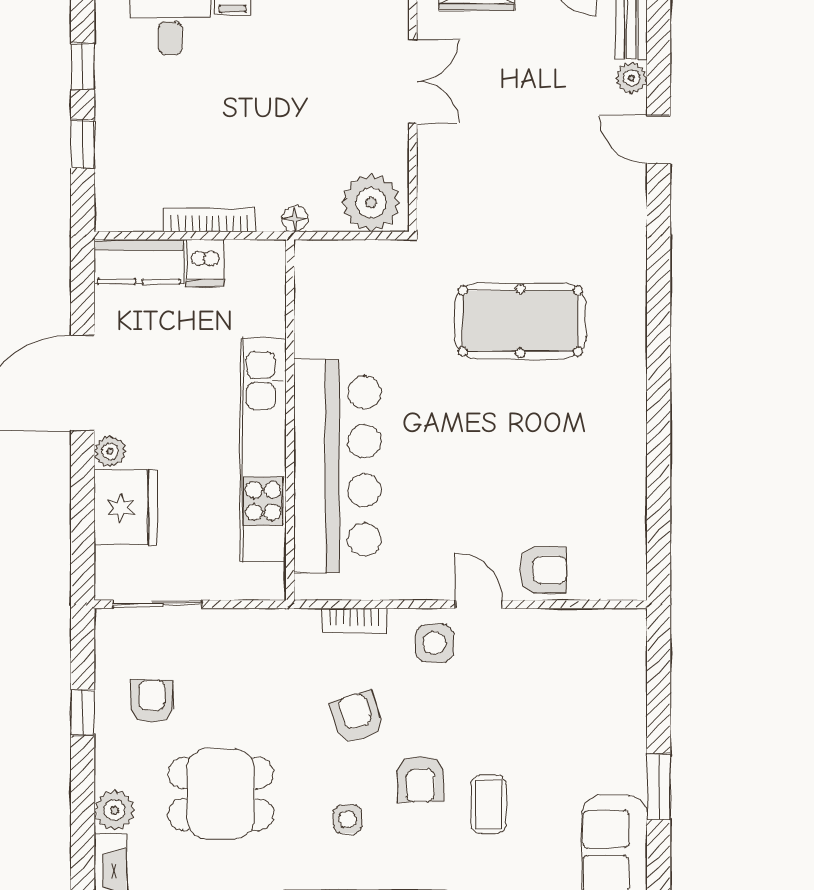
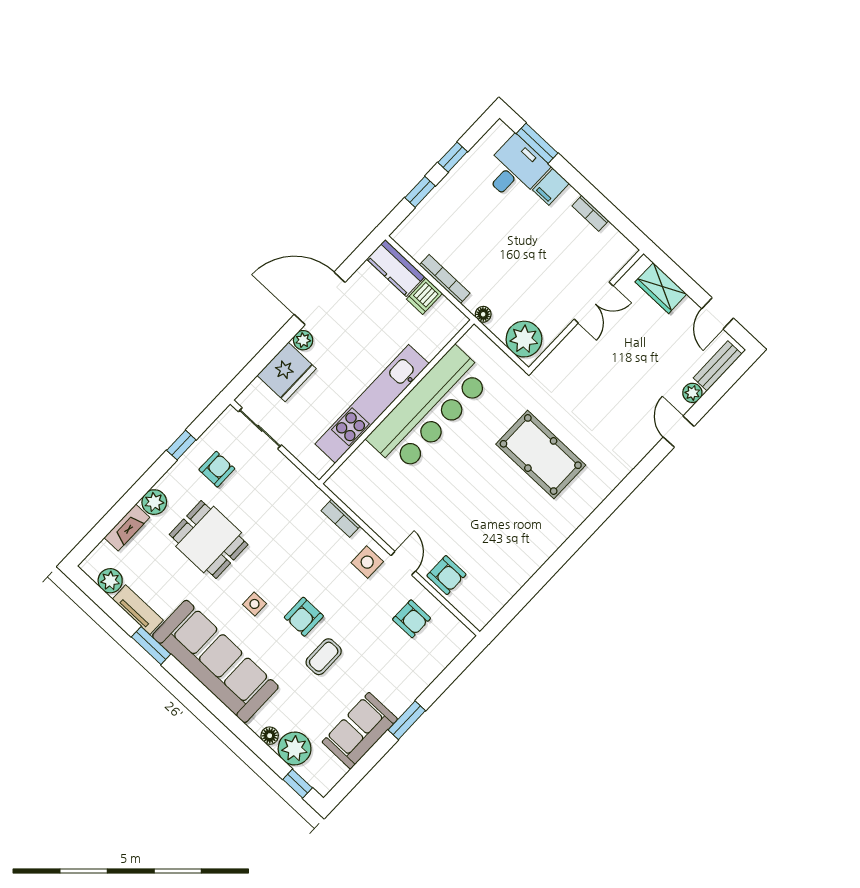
bar counter: (337, 466) -> (429, 409), moved
armchair: (357, 717) -> (412, 619), moved, turned 108

